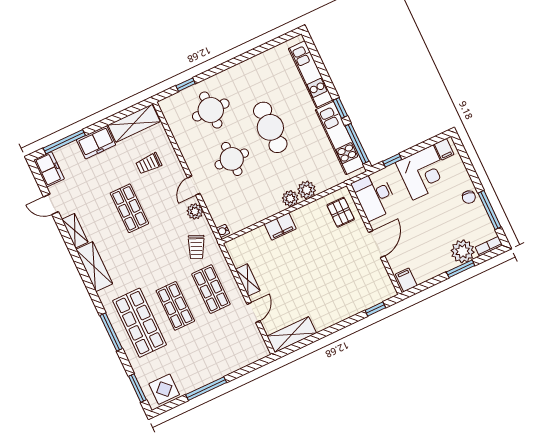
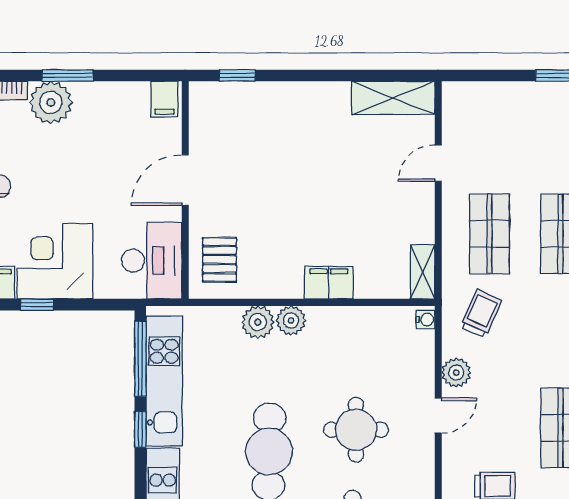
window: (392, 160) -> (37, 305), moved
shelving: (248, 280) -> (423, 272), moved

